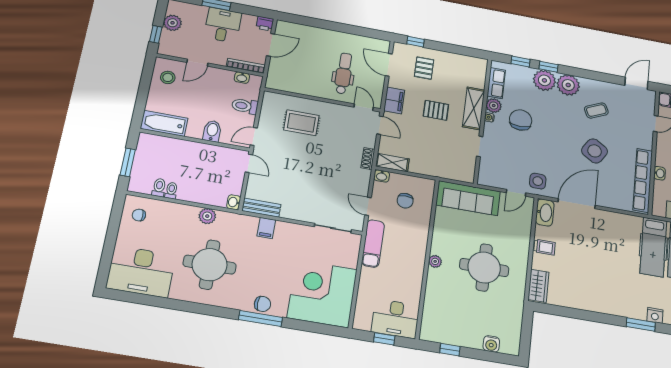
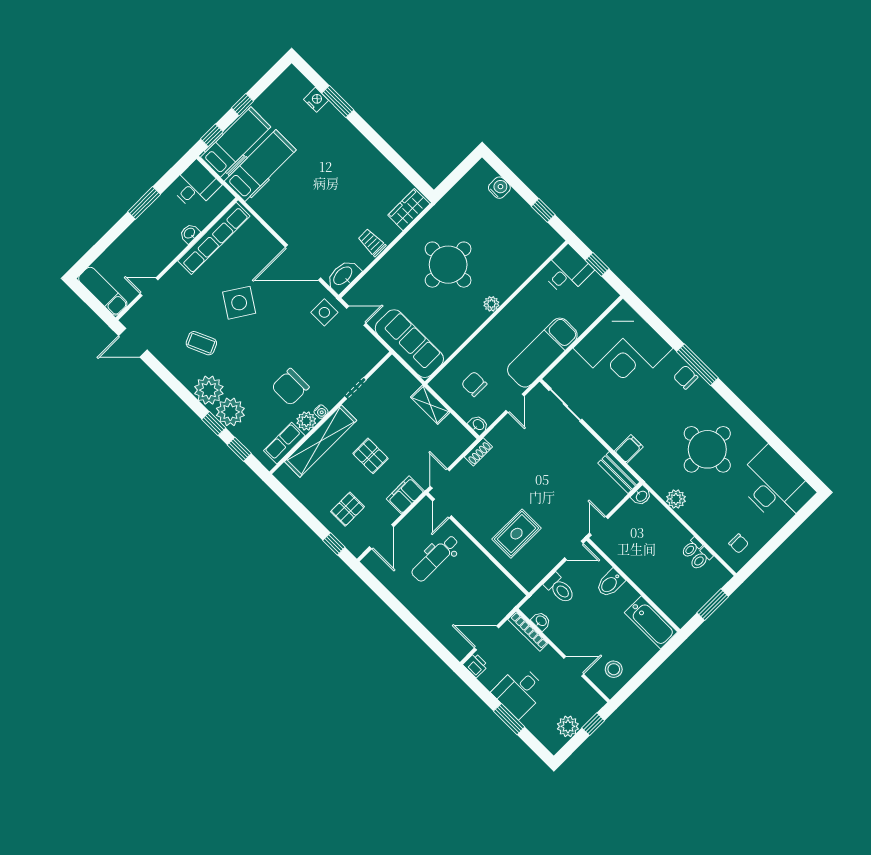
shelving: (474, 108) -> (321, 441), width x1.47
rug: (301, 123) -> (516, 534), turned 90
shelving: (392, 163) -> (430, 405), moved
chair: (405, 201) -> (474, 384), turned -90
exam couch: (373, 243) -> (542, 353), width x1.36, depth x1.45
desk: (395, 319) -> (567, 271), width x0.73

